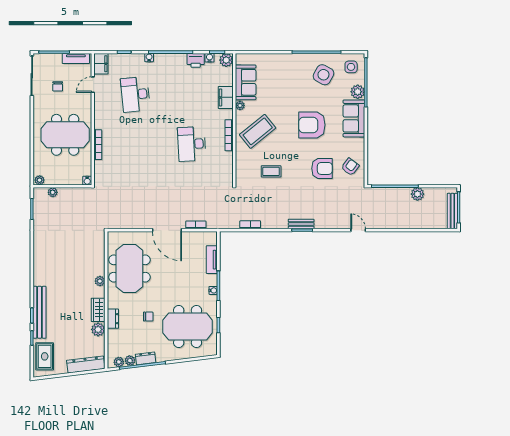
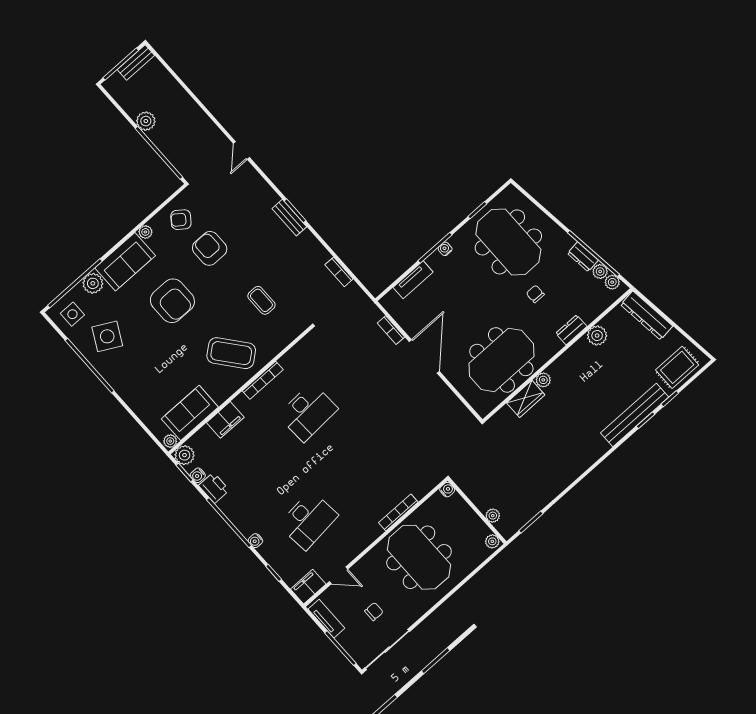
plant: (240, 105) -> (170, 441), moved
plant: (360, 143) -> (145, 232), added
bench: (452, 211) -> (136, 63), width x0.73
wardrobe: (98, 310) -> (526, 399), moved

